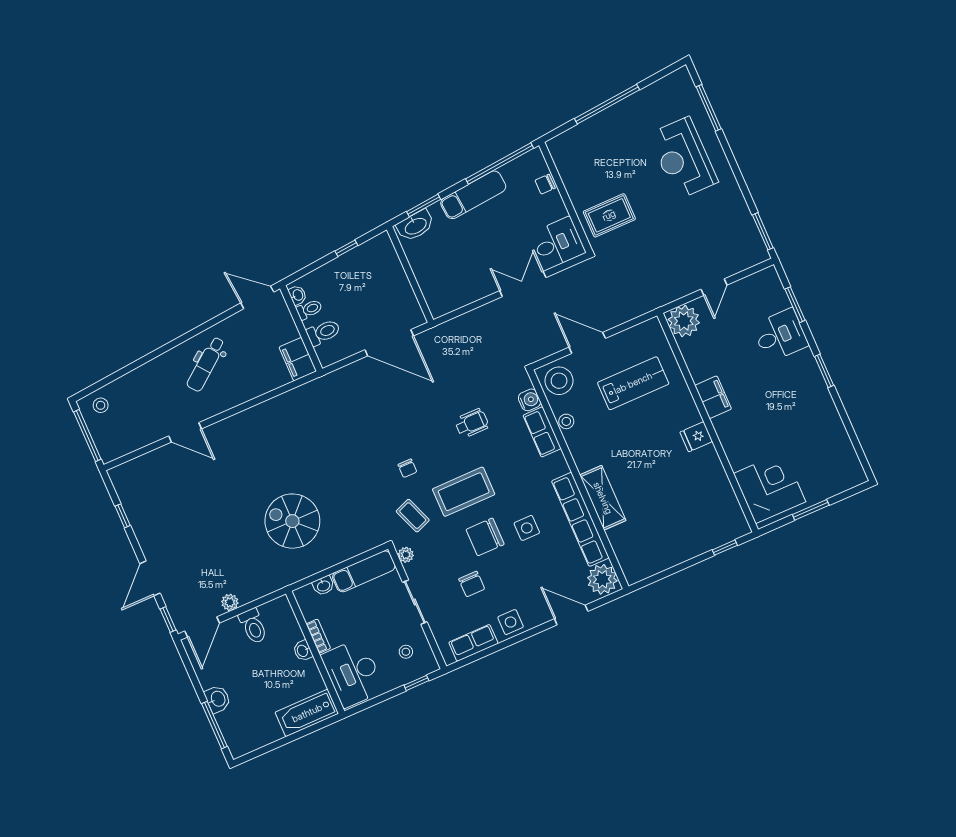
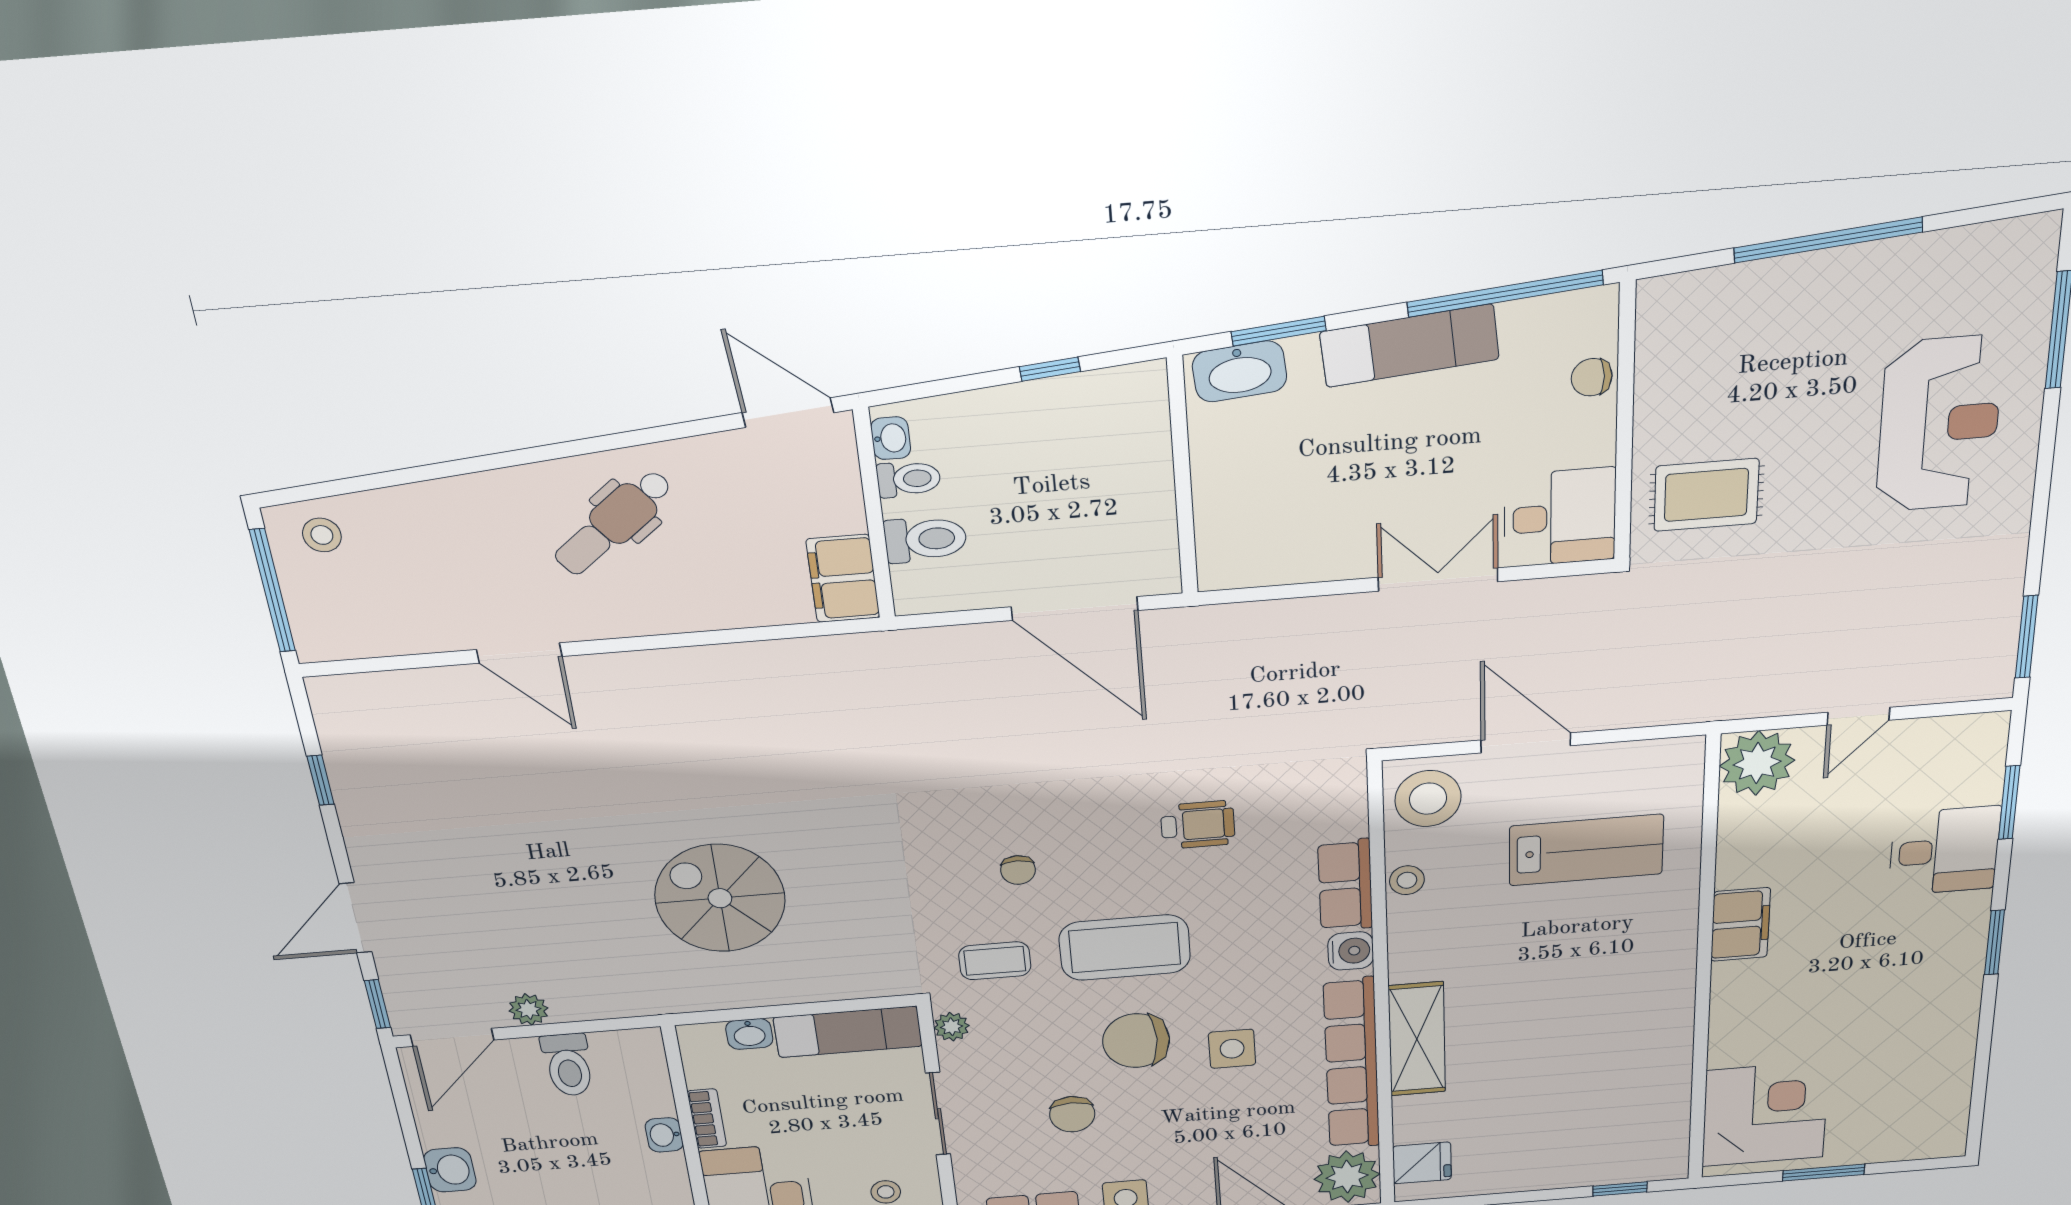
reception desk: (683, 158) -> (1939, 424), turned 180
water cooler: (529, 400) -> (1351, 951), moved
fridge: (696, 437) -> (1422, 1163), moved, turned 180
coffee table: (413, 516) -> (995, 961), turned -69

